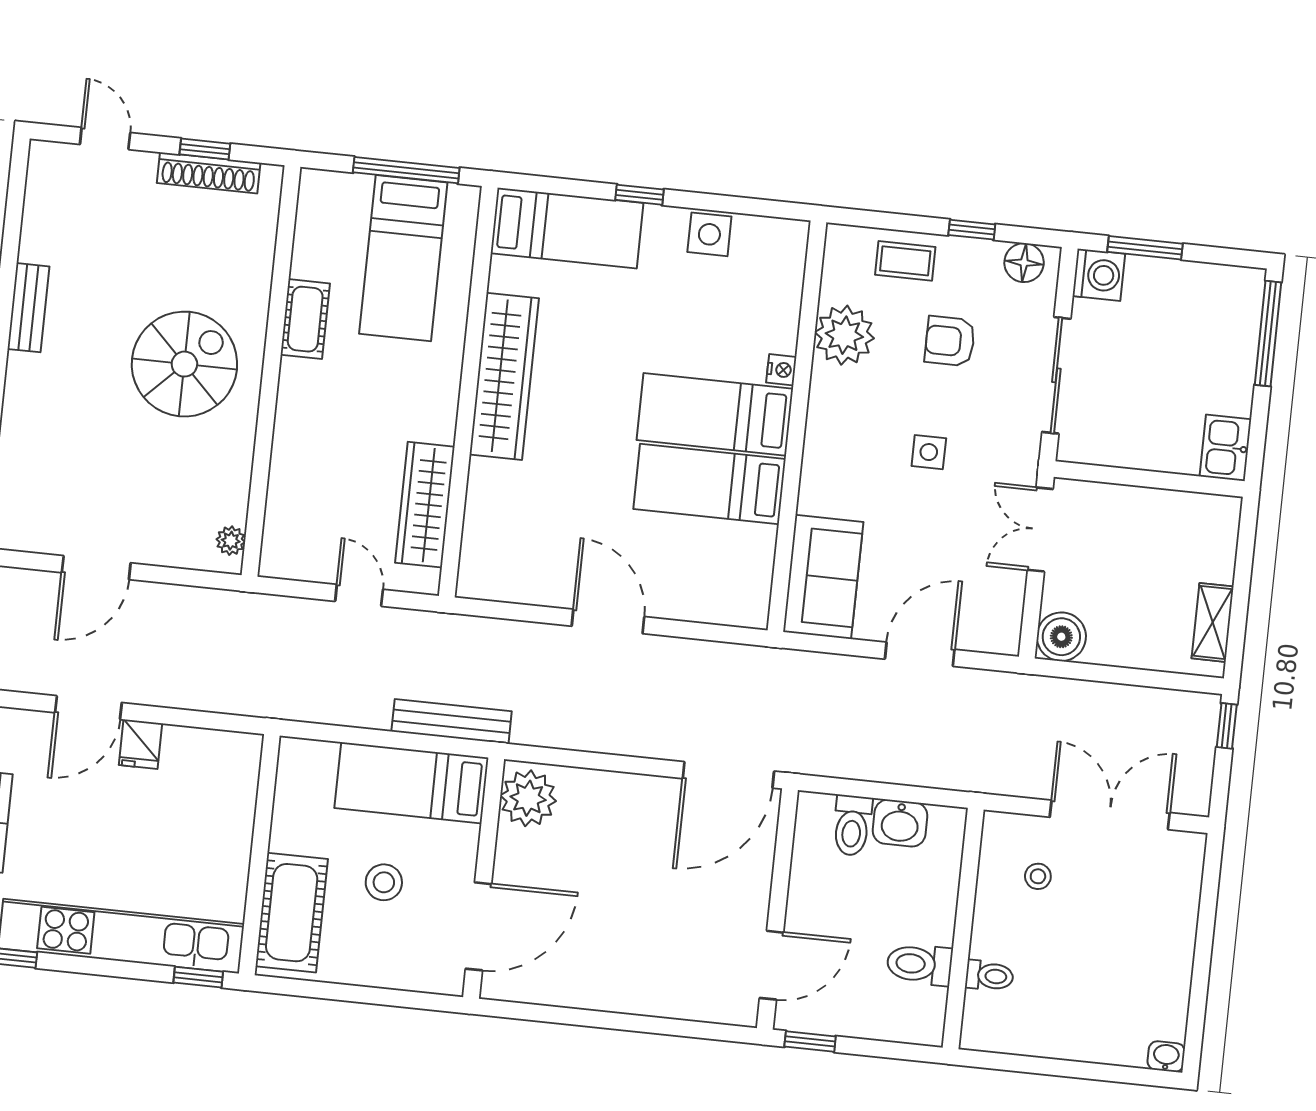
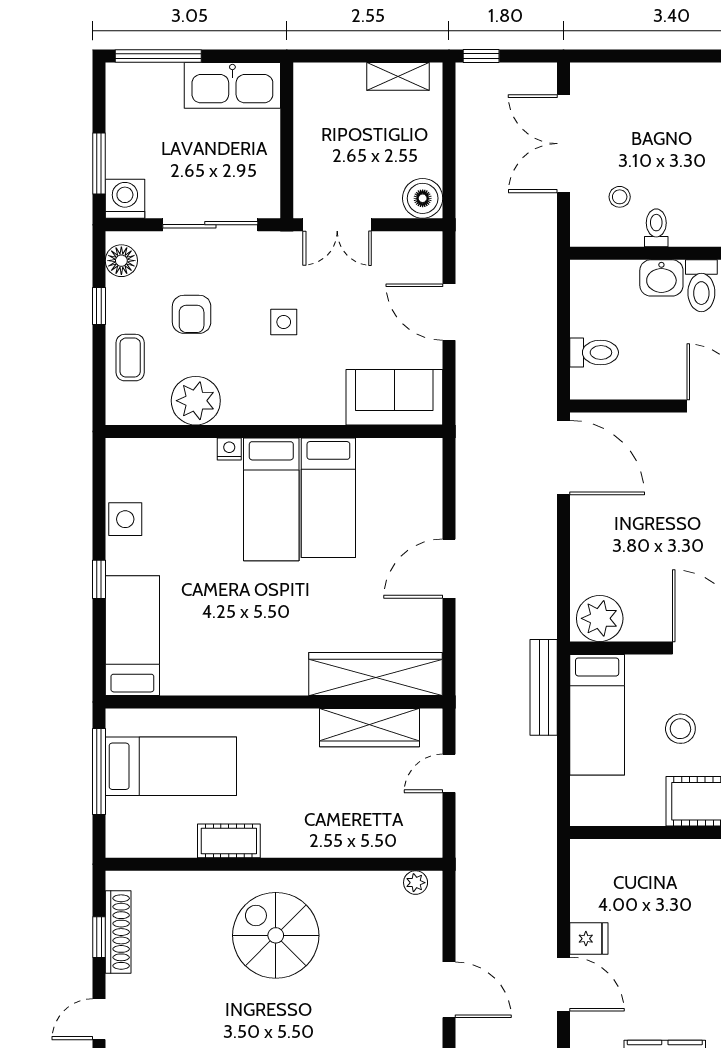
wardrobe: (504, 376) -> (375, 674), moved
kitchen sink: (1225, 448) -> (232, 85), width x1.87, depth x1.24
washbasin: (900, 823) -> (661, 278), moved, turned 90
toilet: (989, 976) -> (656, 228), moved

